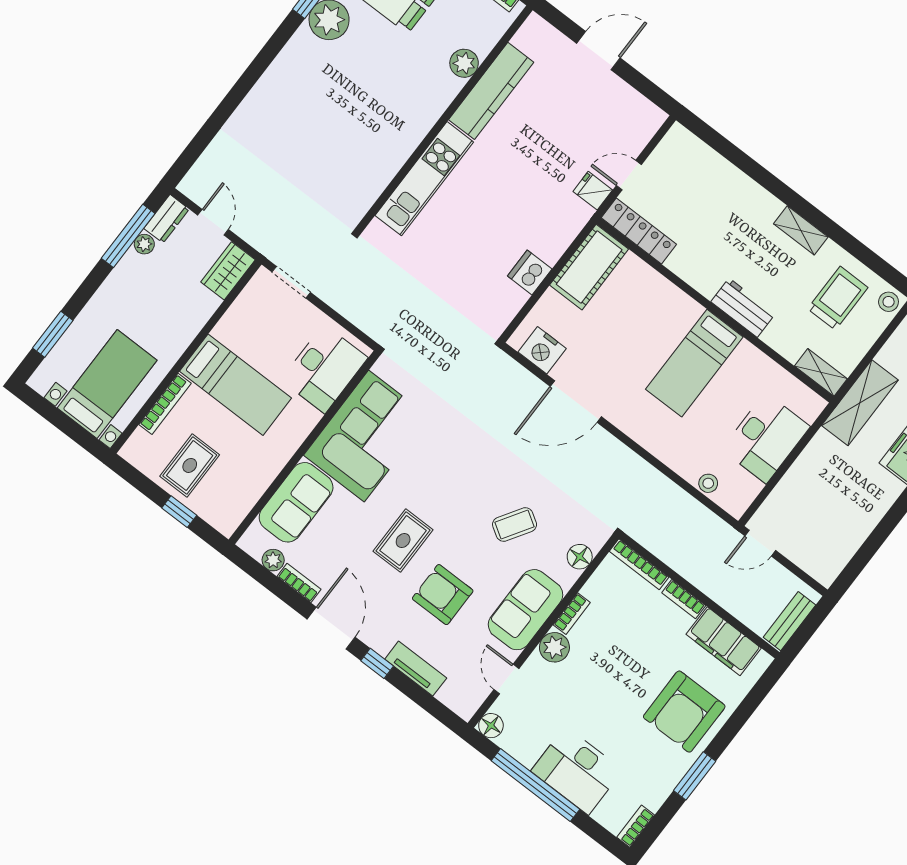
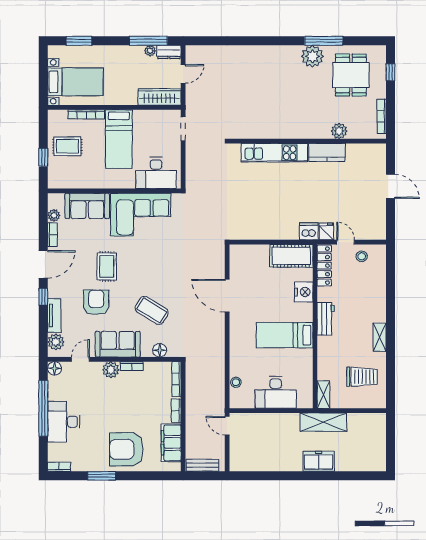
kitchen counter: (491, 91) -> (327, 152), width x0.67
wardrobe: (228, 271) -> (160, 97), width x1.50
dishwasher: (530, 273) -> (309, 231), moved
stool: (889, 302) -> (362, 256), moved
workbench: (743, 308) -> (326, 319), moved
nightstand: (542, 350) -> (304, 292), moved, turned 180
coffee table: (515, 525) -> (152, 310), width x1.36, depth x1.30
rug: (403, 541) -> (107, 266), turned 90
plant: (455, 695) -> (56, 342), added

